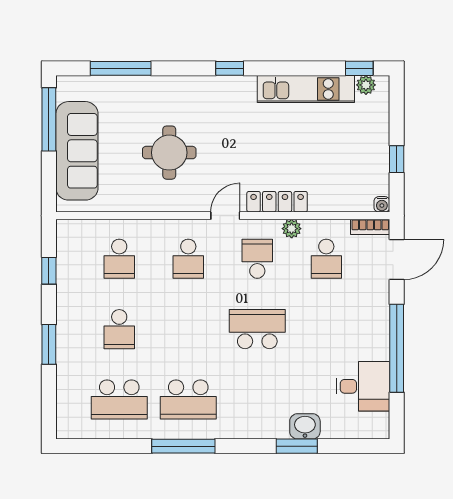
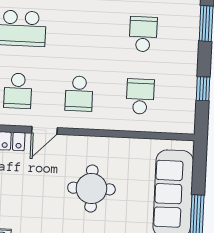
school desk: (188, 259) -> (79, 94), turned 180

